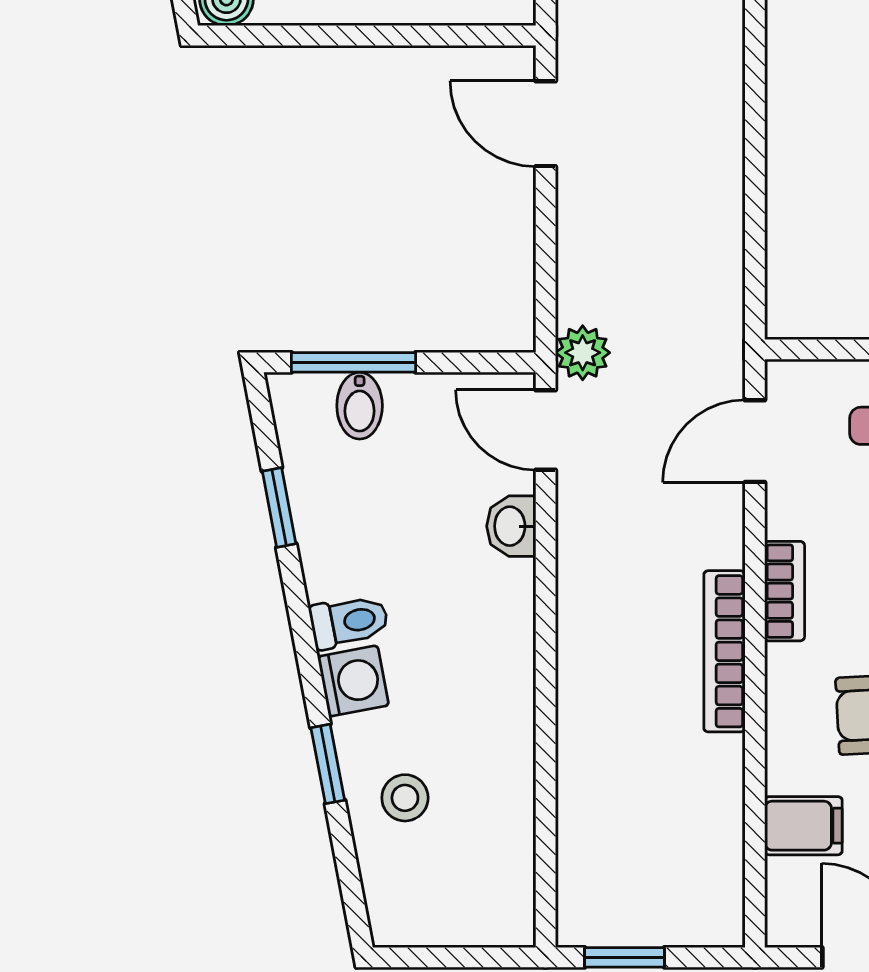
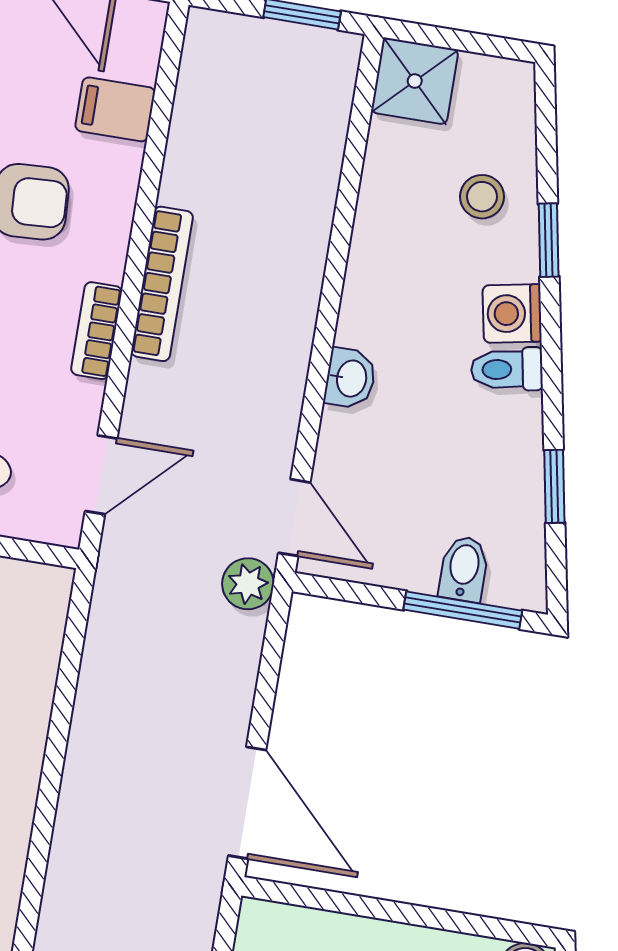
door: (546, 124) -> (247, 803), width x1.38
washbasin: (511, 526) -> (350, 378), moved
shower: (495, 907) -> (415, 81), added

